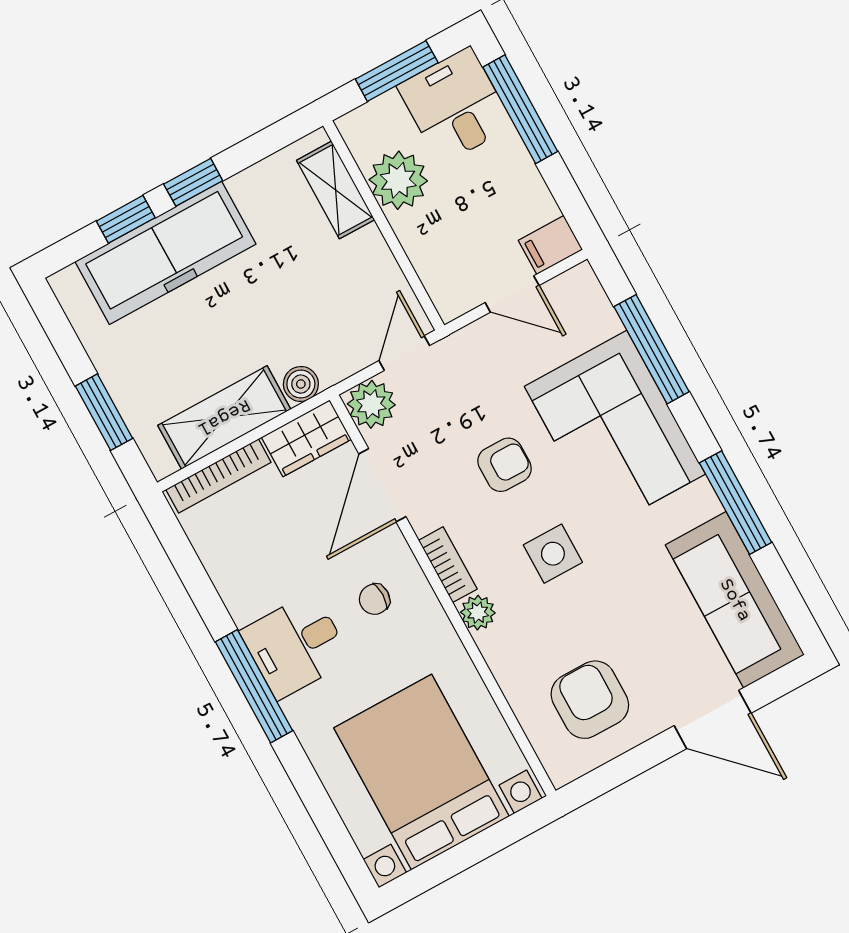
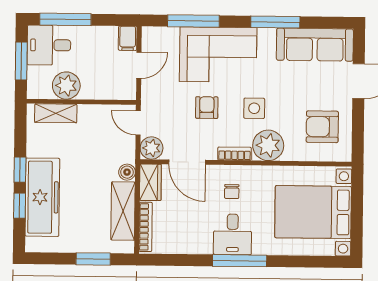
plant: (478, 613) -> (268, 145), width x1.87, depth x1.87

